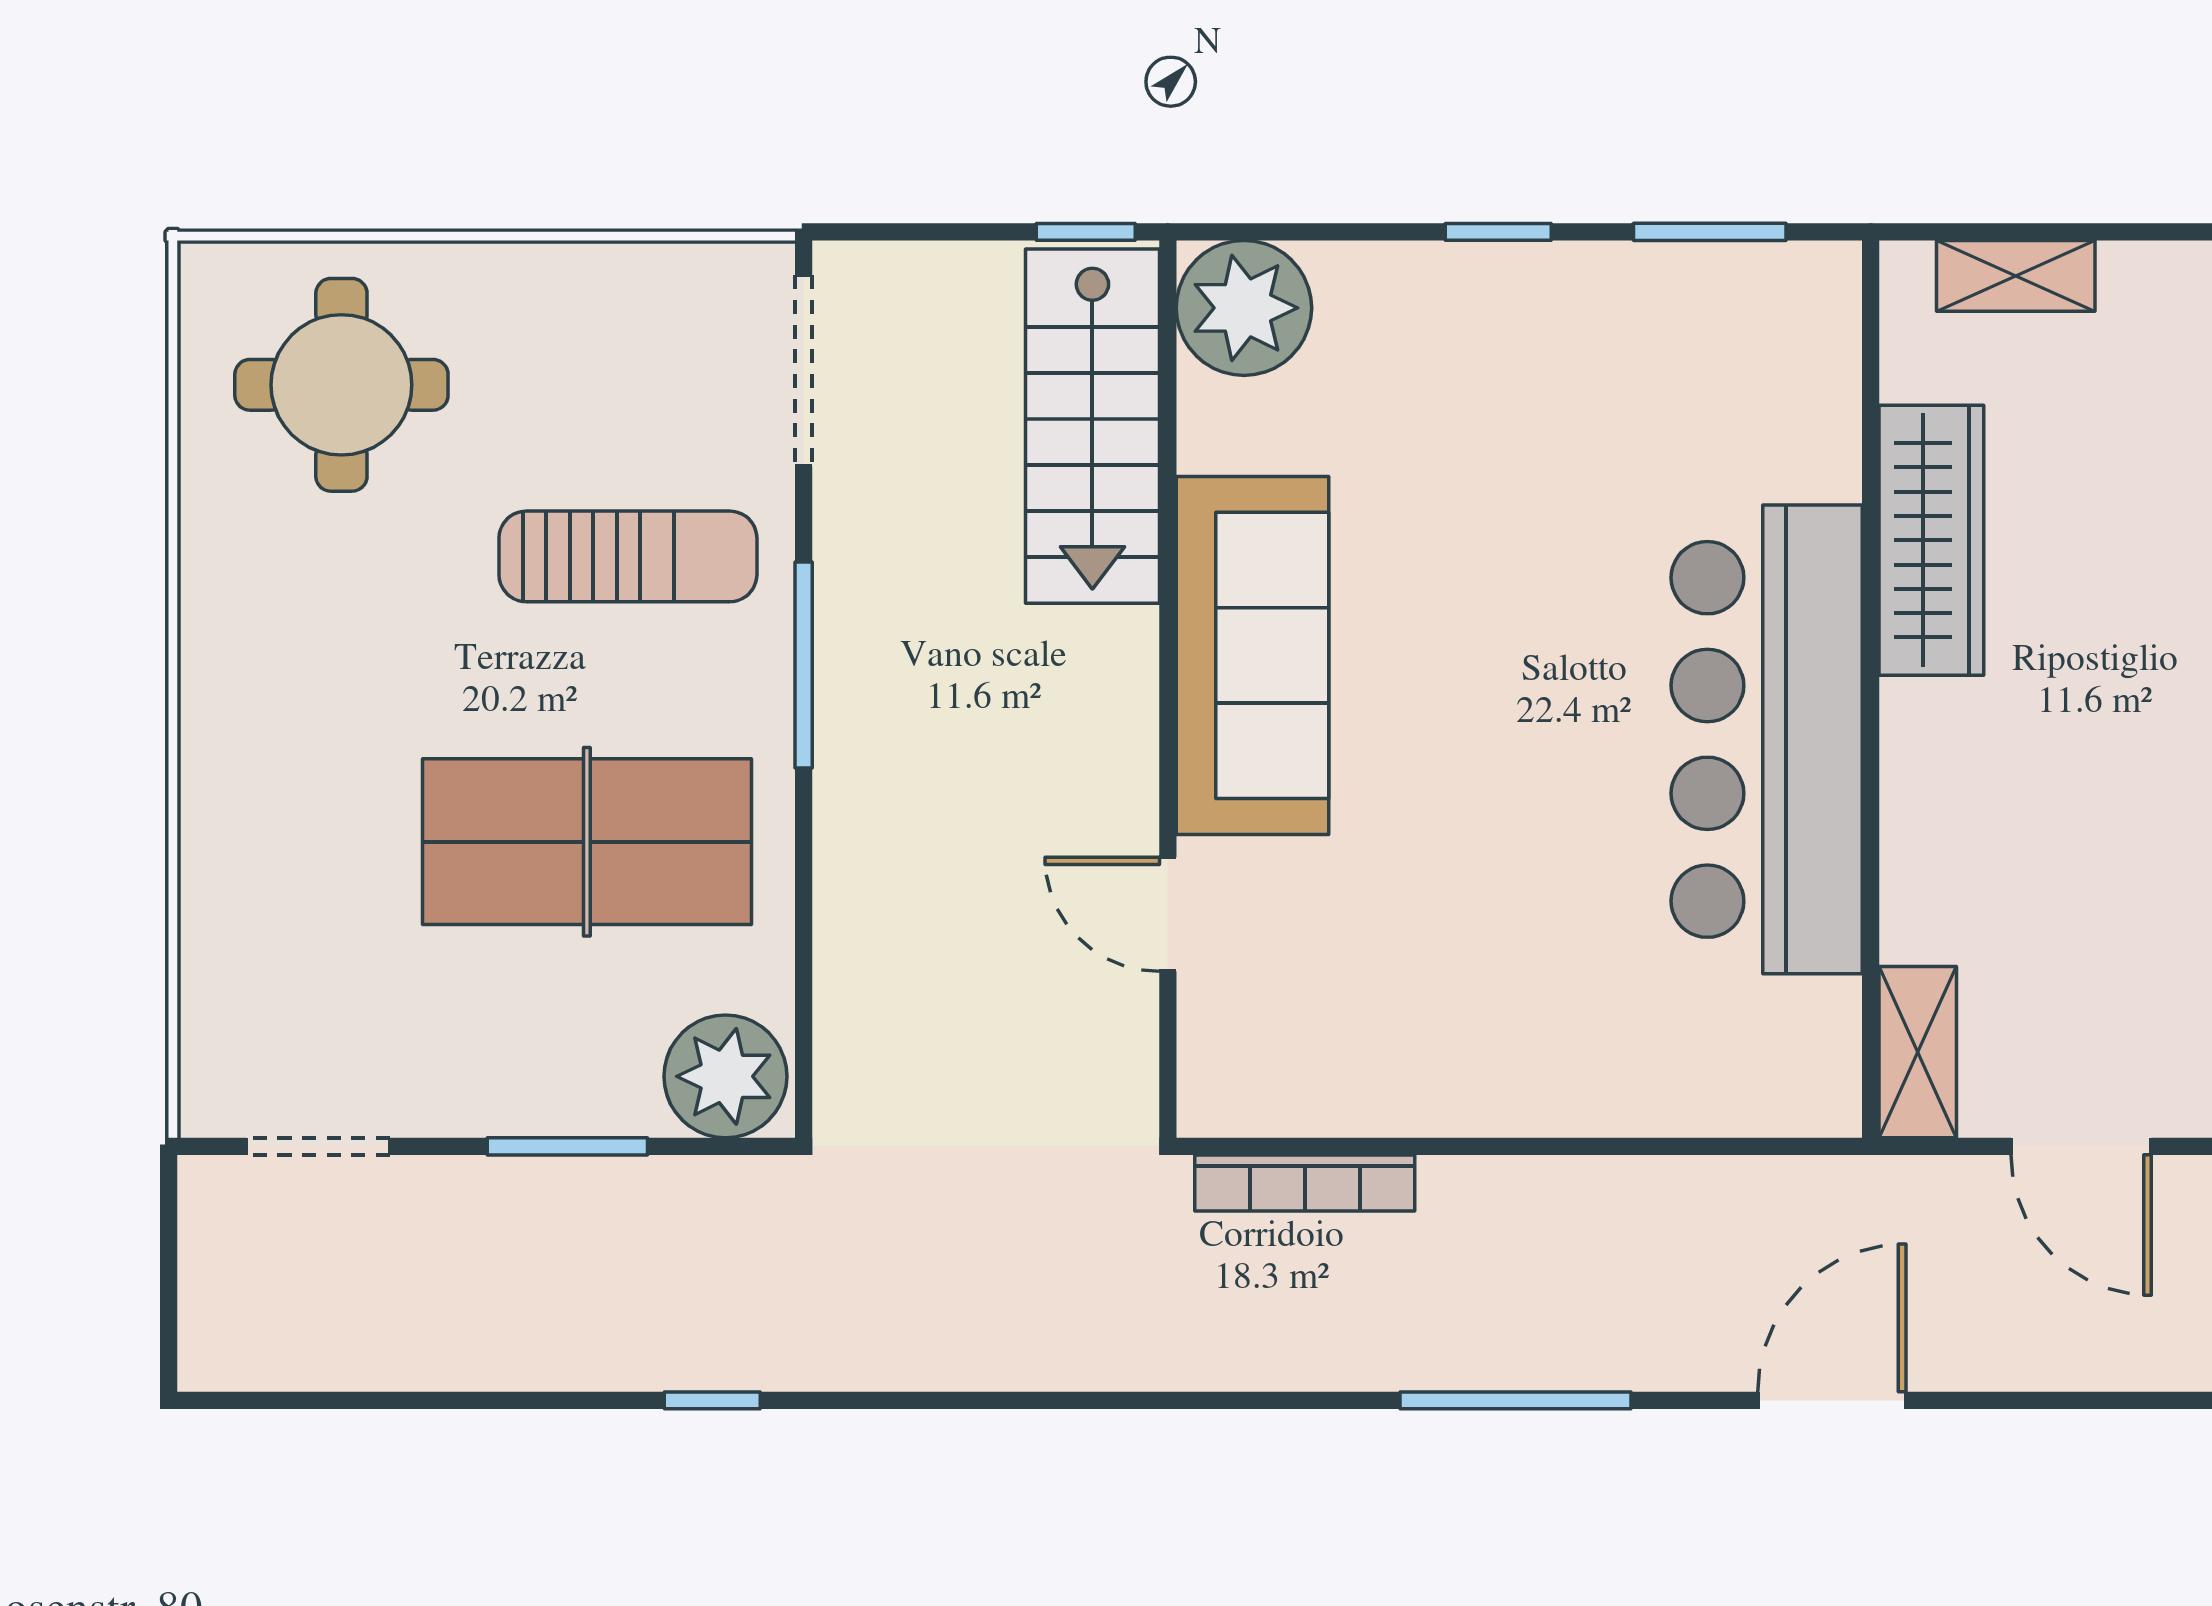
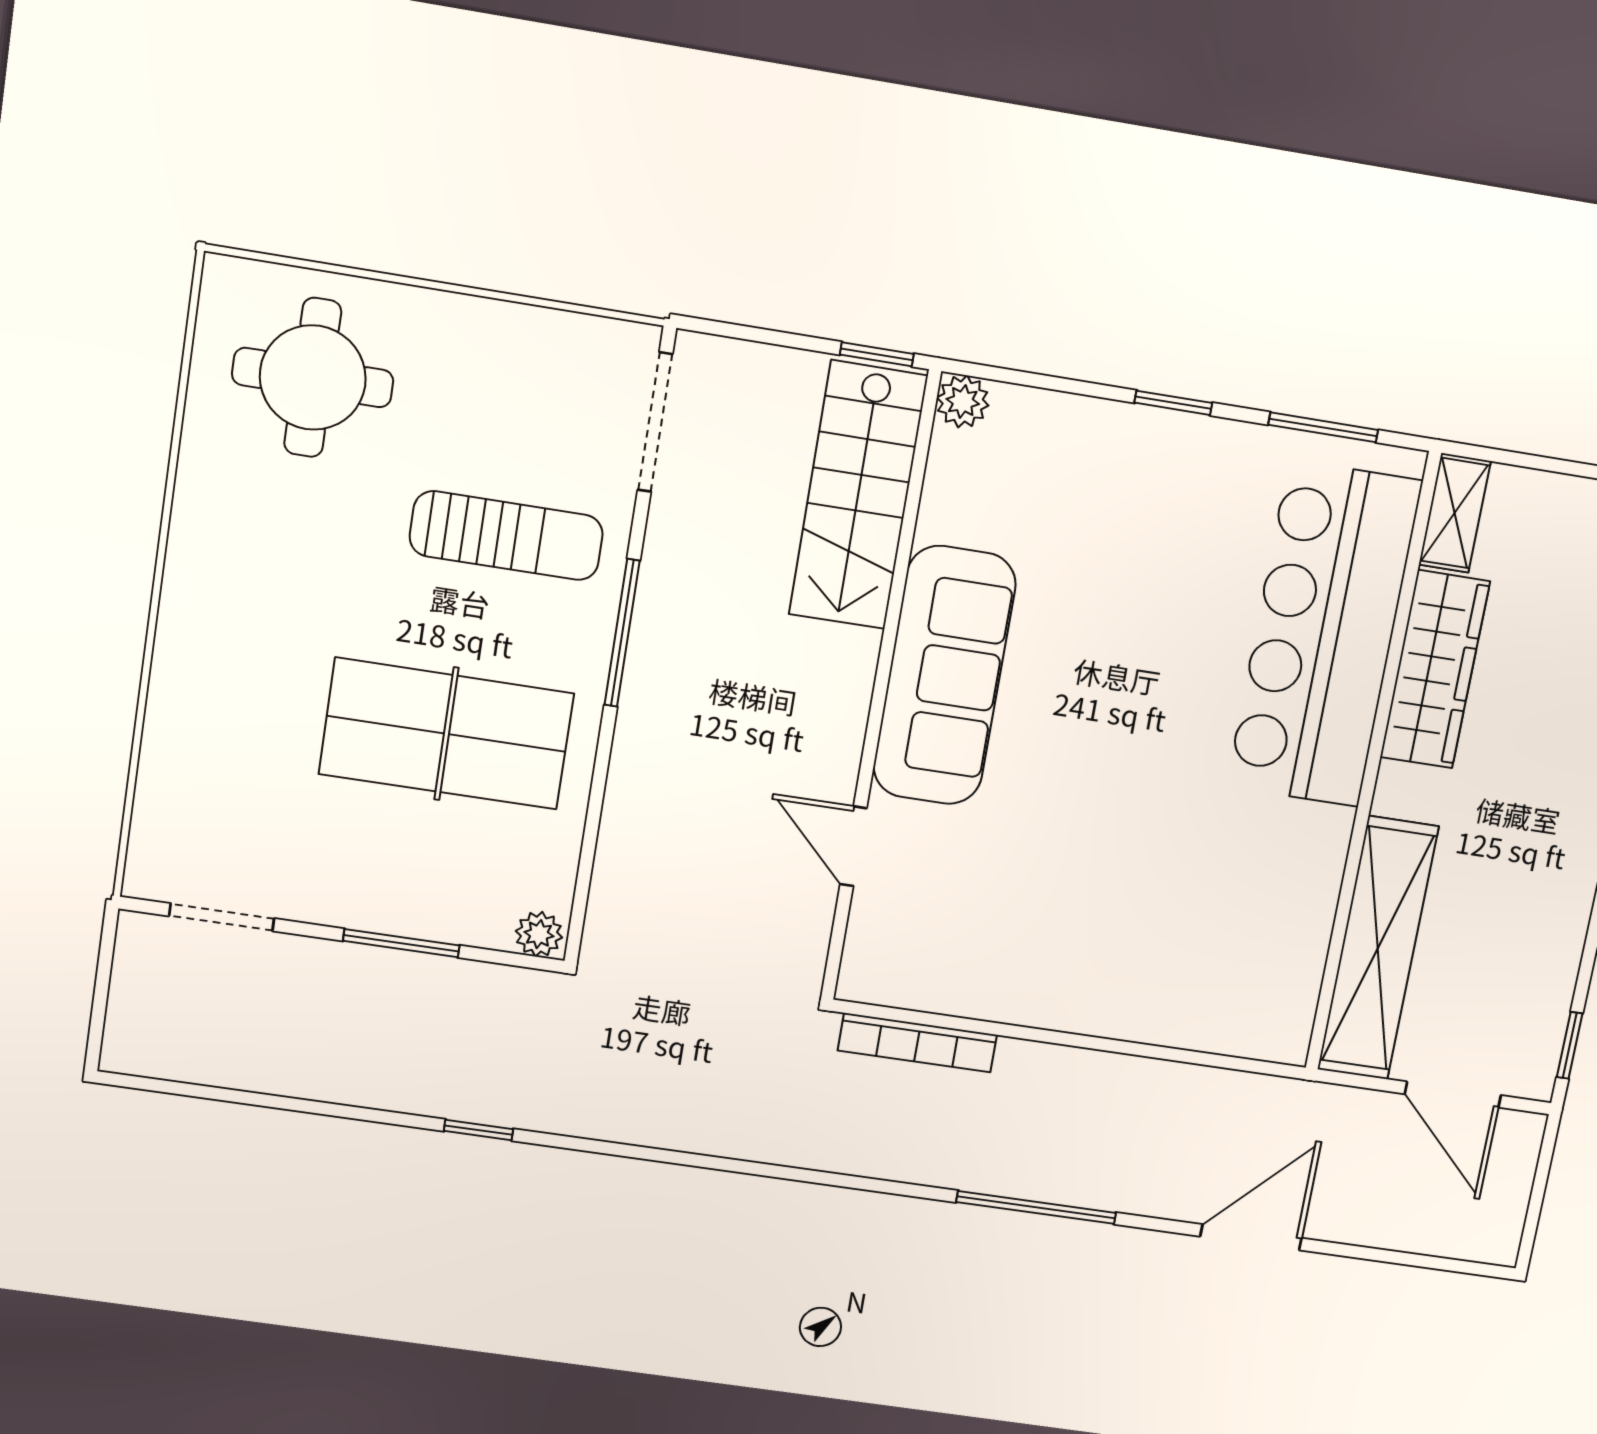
shelving: (2016, 276) -> (1455, 513), moved, turned 90
plant: (1244, 308) -> (963, 401), width x0.53, depth x0.53
bar counter: (1767, 739) -> (1324, 635), moved
shelving: (1918, 1052) -> (1378, 949), width x2.20, depth x1.33
plant: (725, 1076) -> (539, 934), width x0.53, depth x0.53

